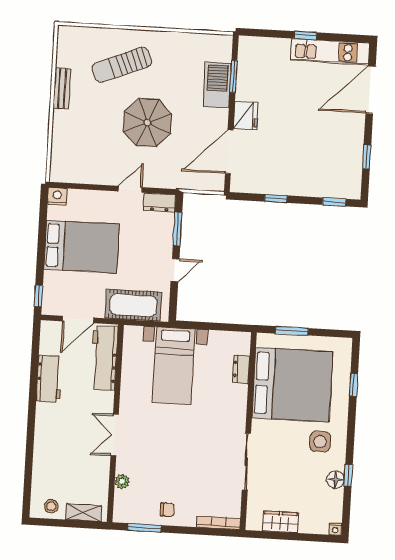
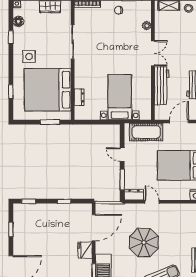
door: (130, 189) -> (152, 202), swing flipped
door: (175, 270) -> (122, 155), hinge flipped
workbench: (104, 358) -> (162, 86), moved
floor lamp: (336, 480) -> (18, 22), moved

